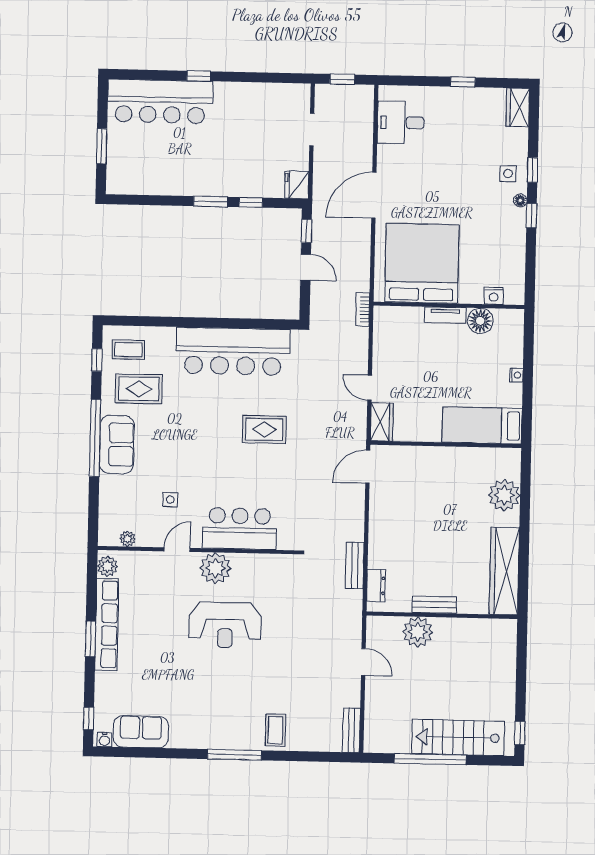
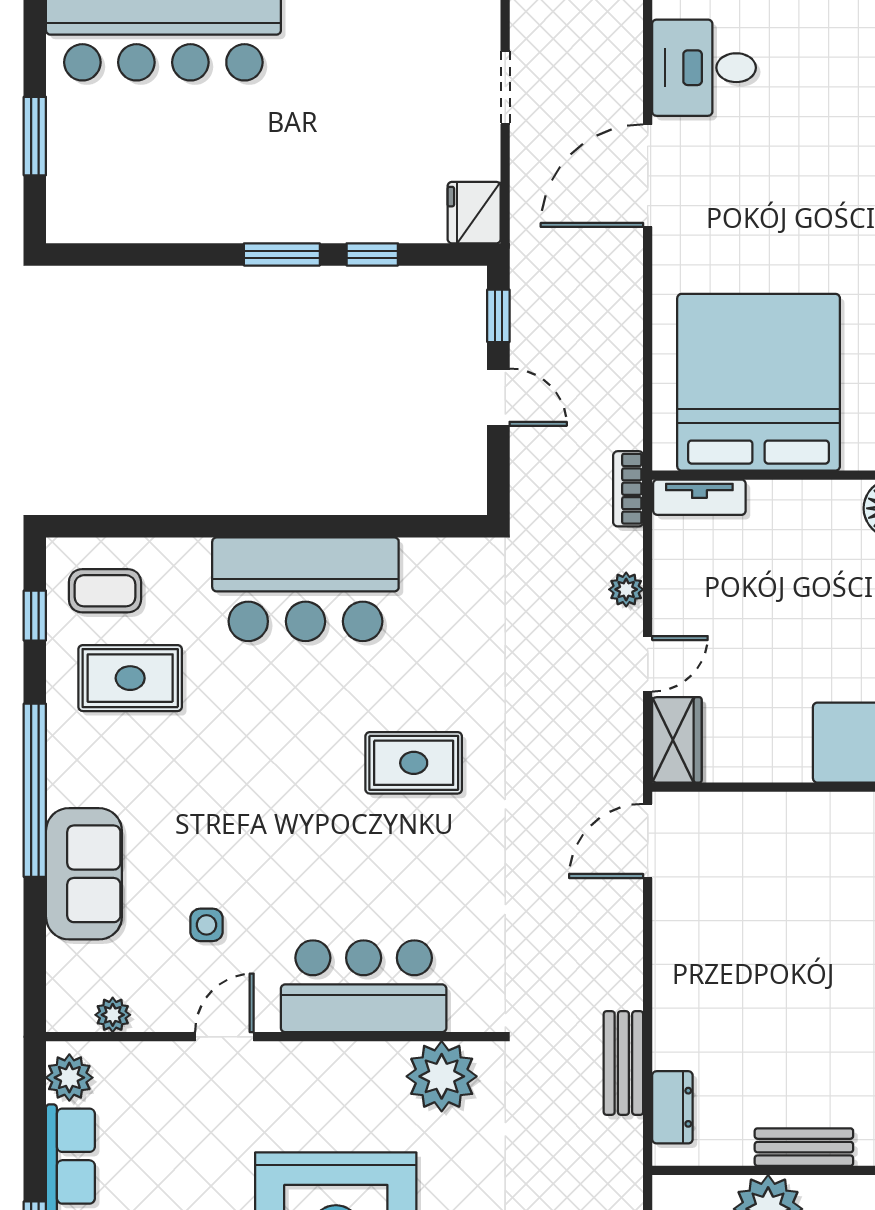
door: (374, 195) -> (648, 176), moved
tv unit: (445, 315) -> (699, 497), moved
bar counter: (233, 351) -> (305, 589), width x0.73
plant: (361, 354) -> (626, 589), added
door: (370, 388) -> (648, 664), swing flipped
sofa: (117, 444) -> (84, 874), moved
plant: (215, 568) -> (442, 1076), moved

